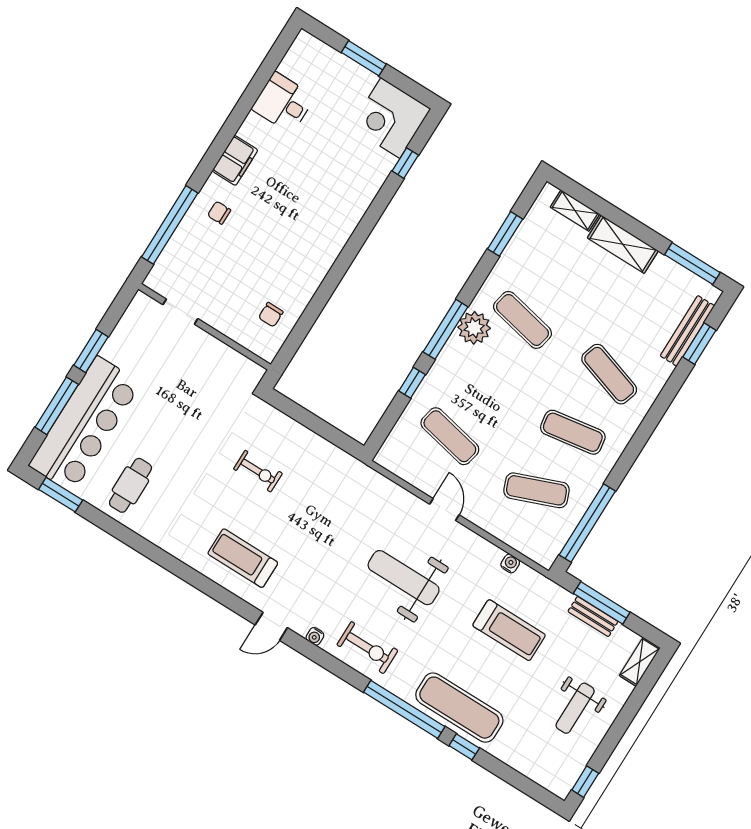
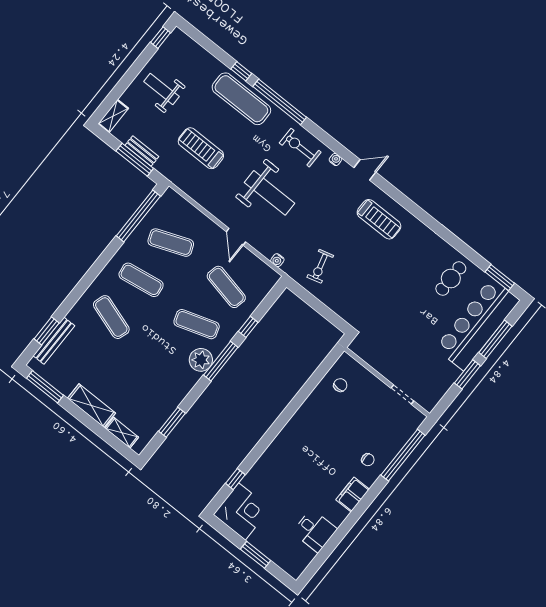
exercise mat: (522, 320) -> (197, 324), moved, turned -30
exercise bike: (258, 471) -> (320, 266), moved, turned -105
water cooler: (510, 563) -> (277, 260), moved
weight bench: (575, 708) -> (162, 89), turned -90

